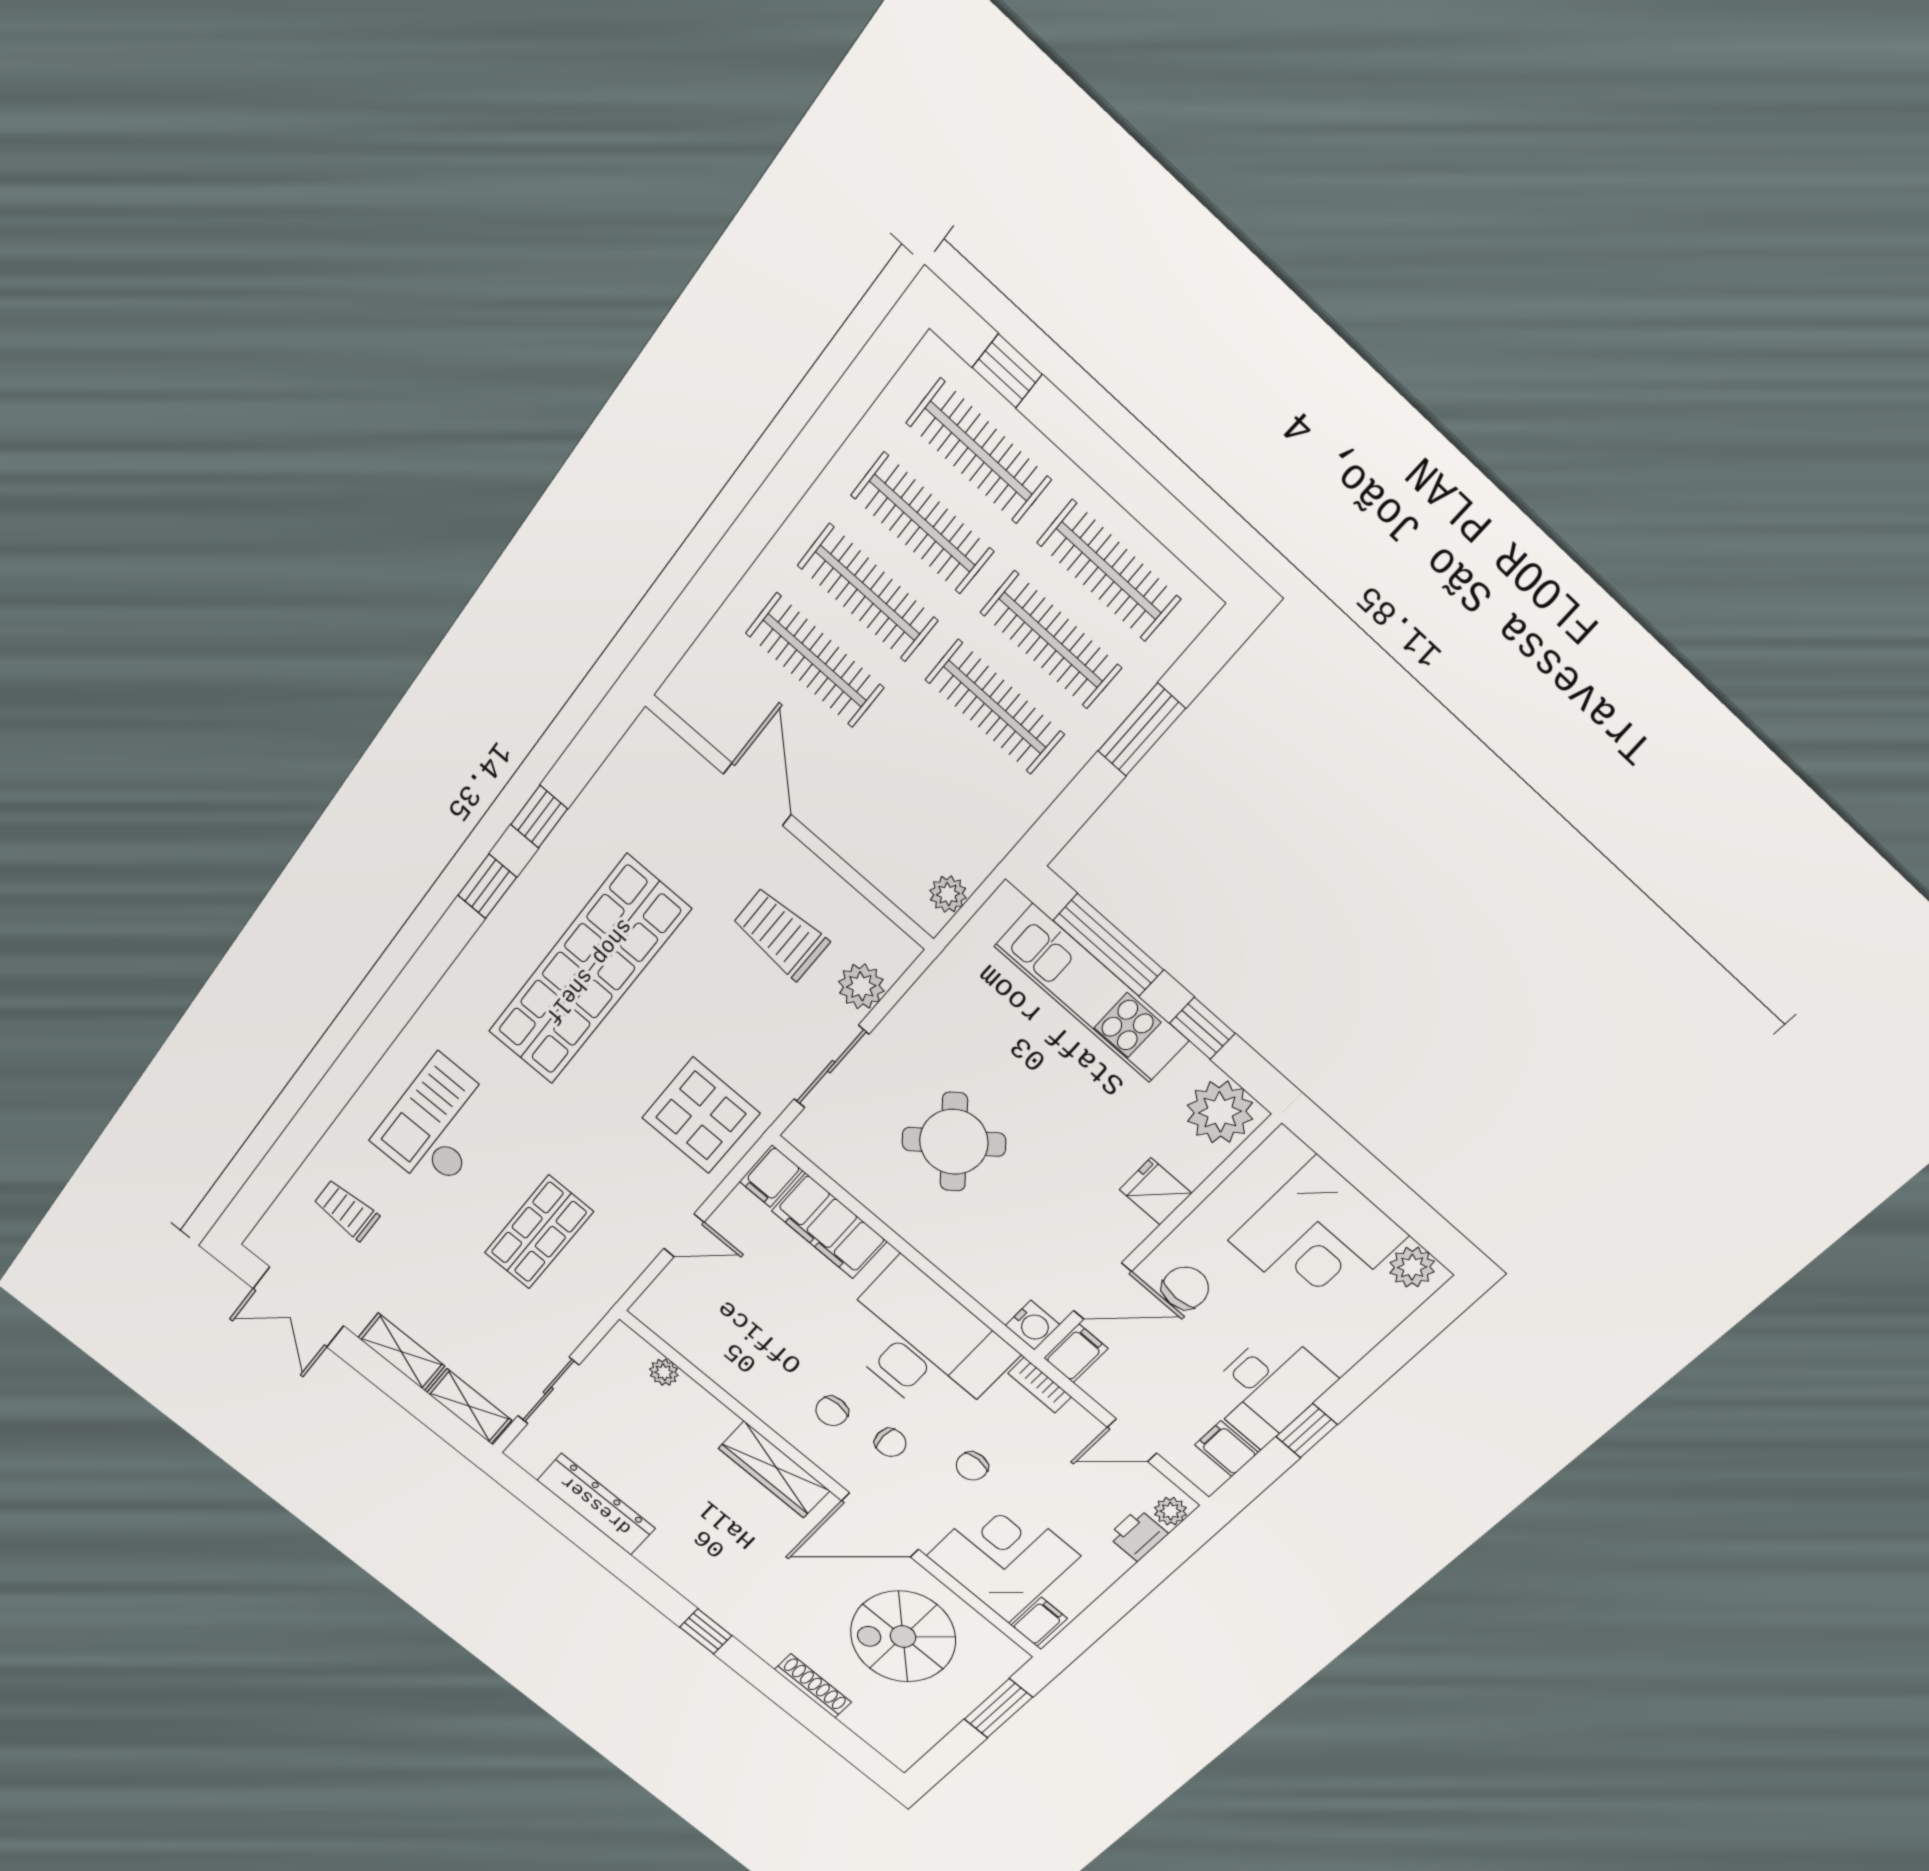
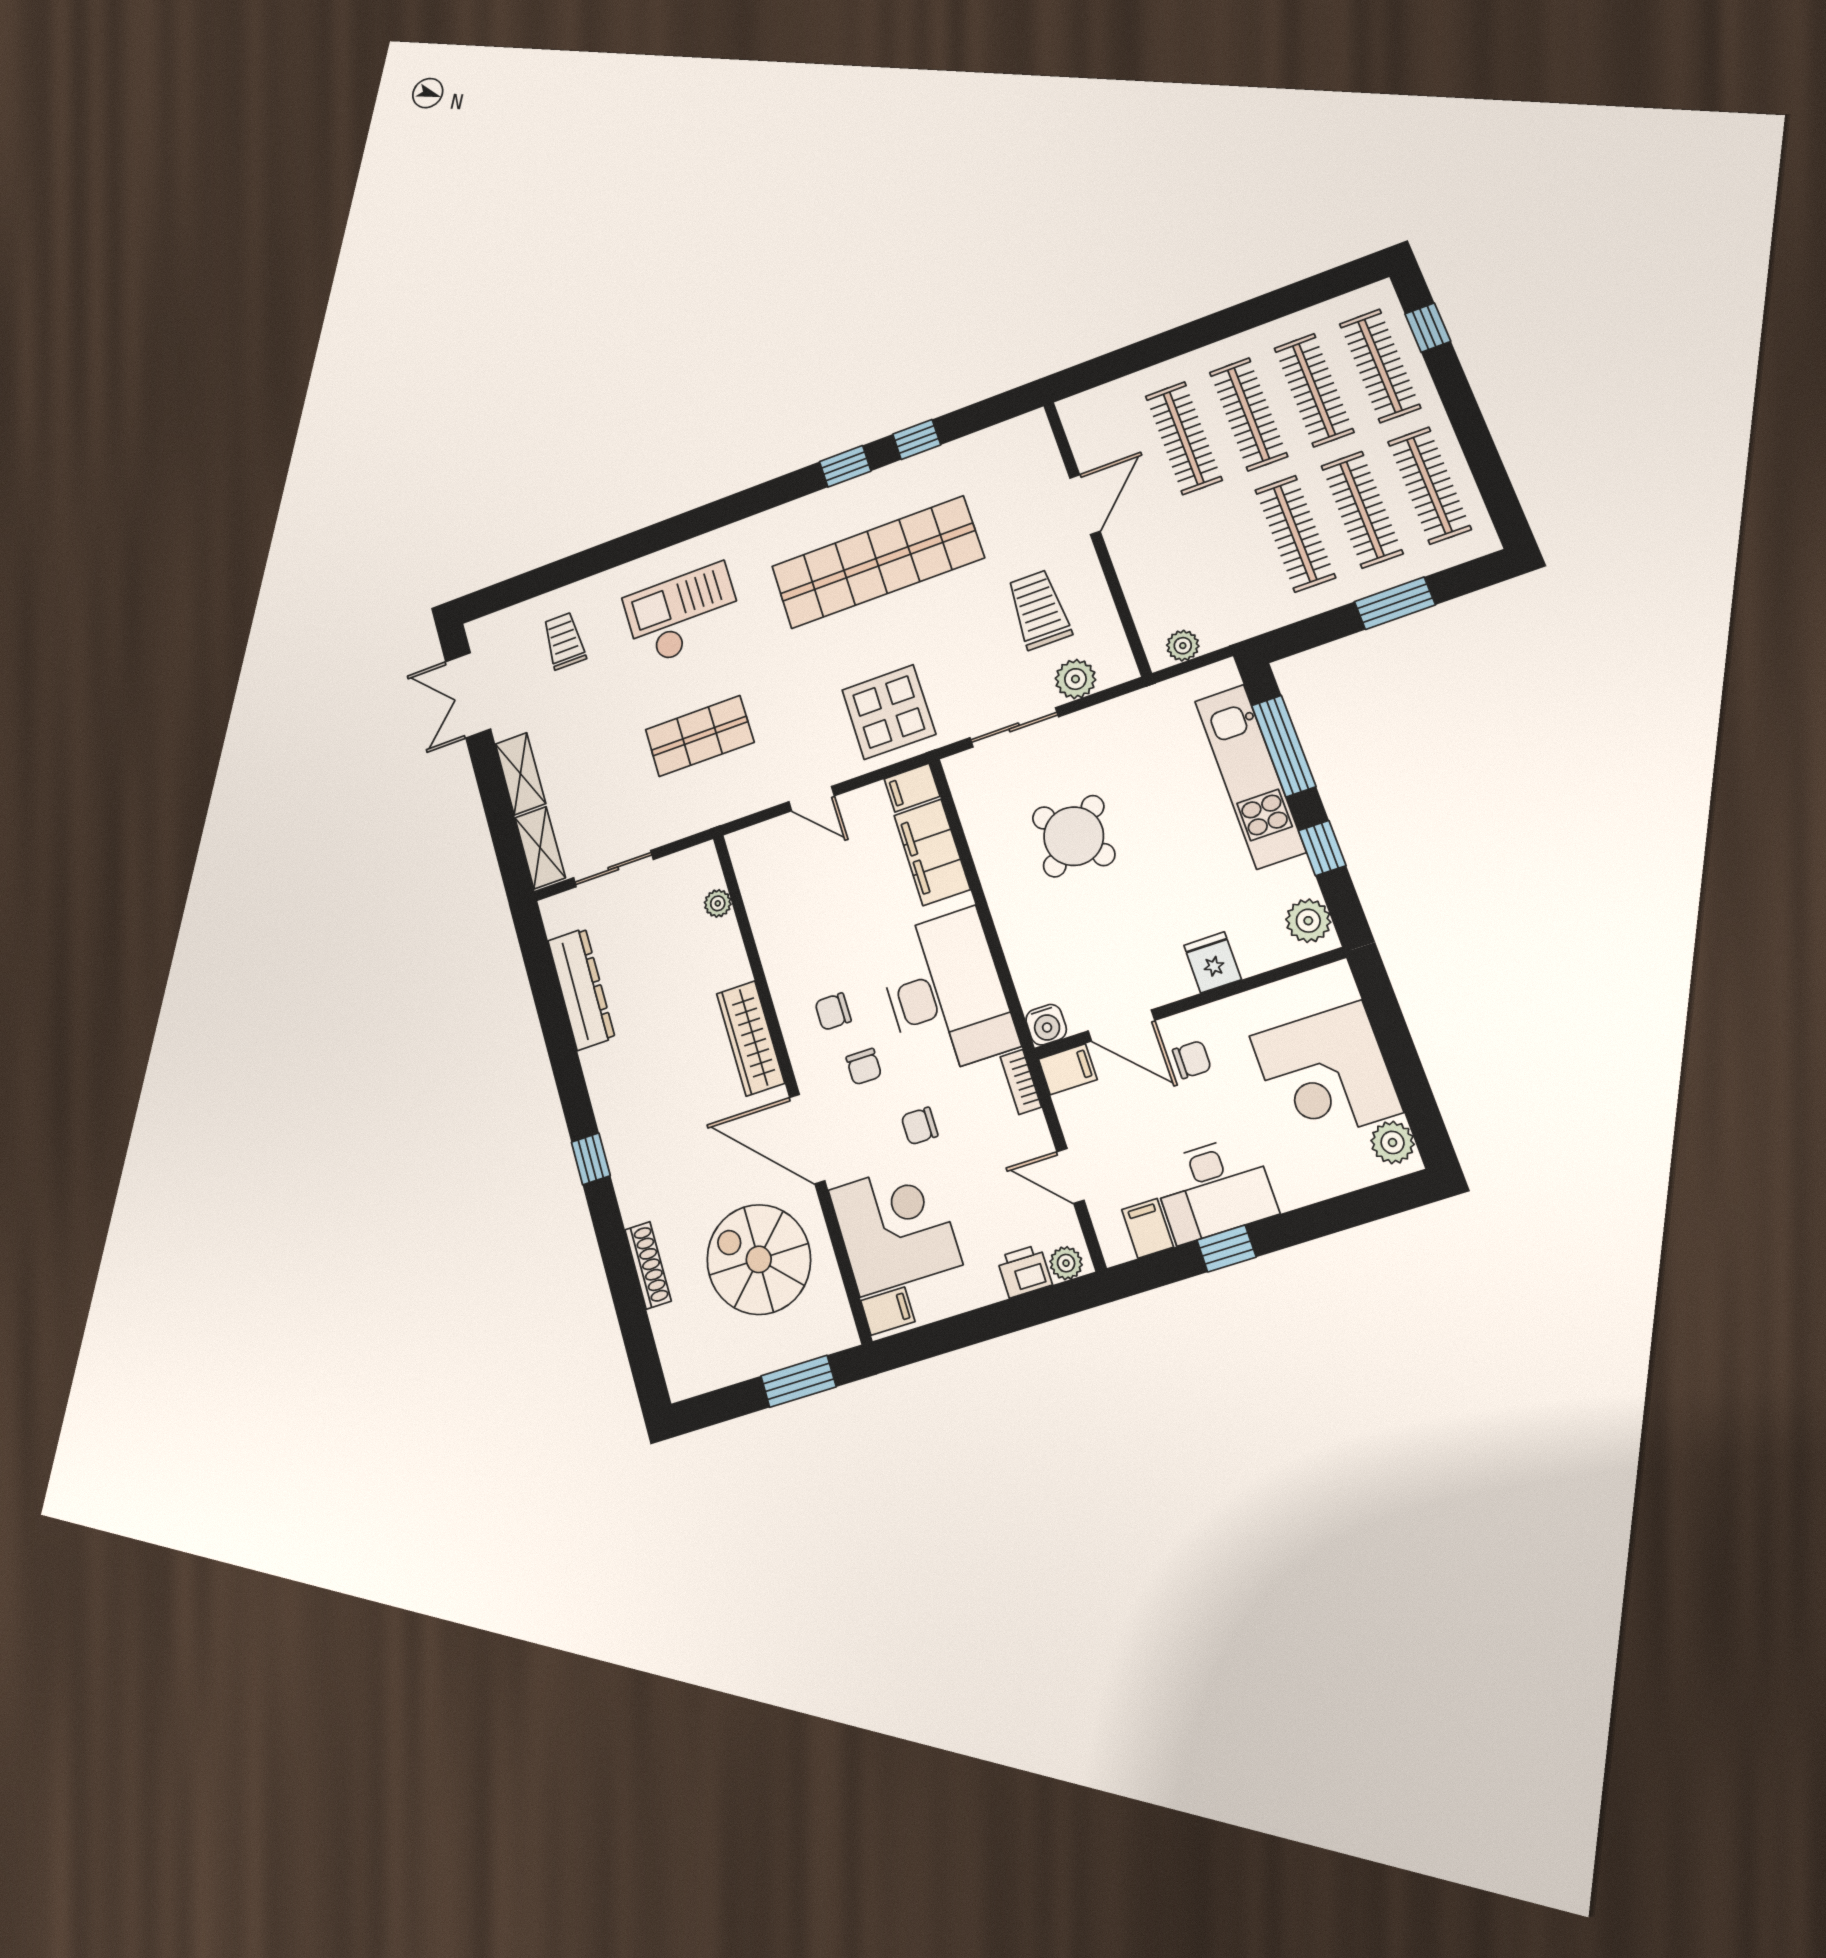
plant: (1220, 1112) -> (1308, 921), width x0.73, depth x0.73
chair: (1185, 1288) -> (1192, 1060), width x0.73, depth x0.73

